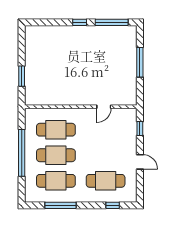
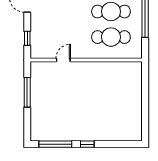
window: (140, 62) -> (27, 92), moved
window: (22, 76) -> (145, 91), removed

